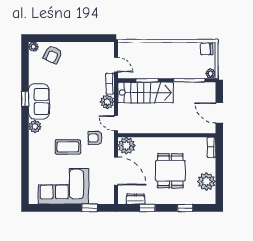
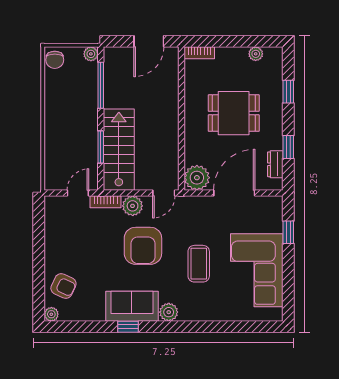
armchair: (95, 138) -> (143, 246), moved, width x1.88, depth x1.88
plant: (206, 181) -> (256, 54), width x0.53, depth x0.53

